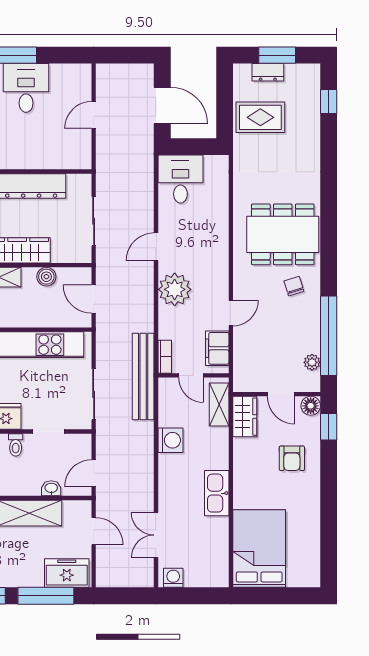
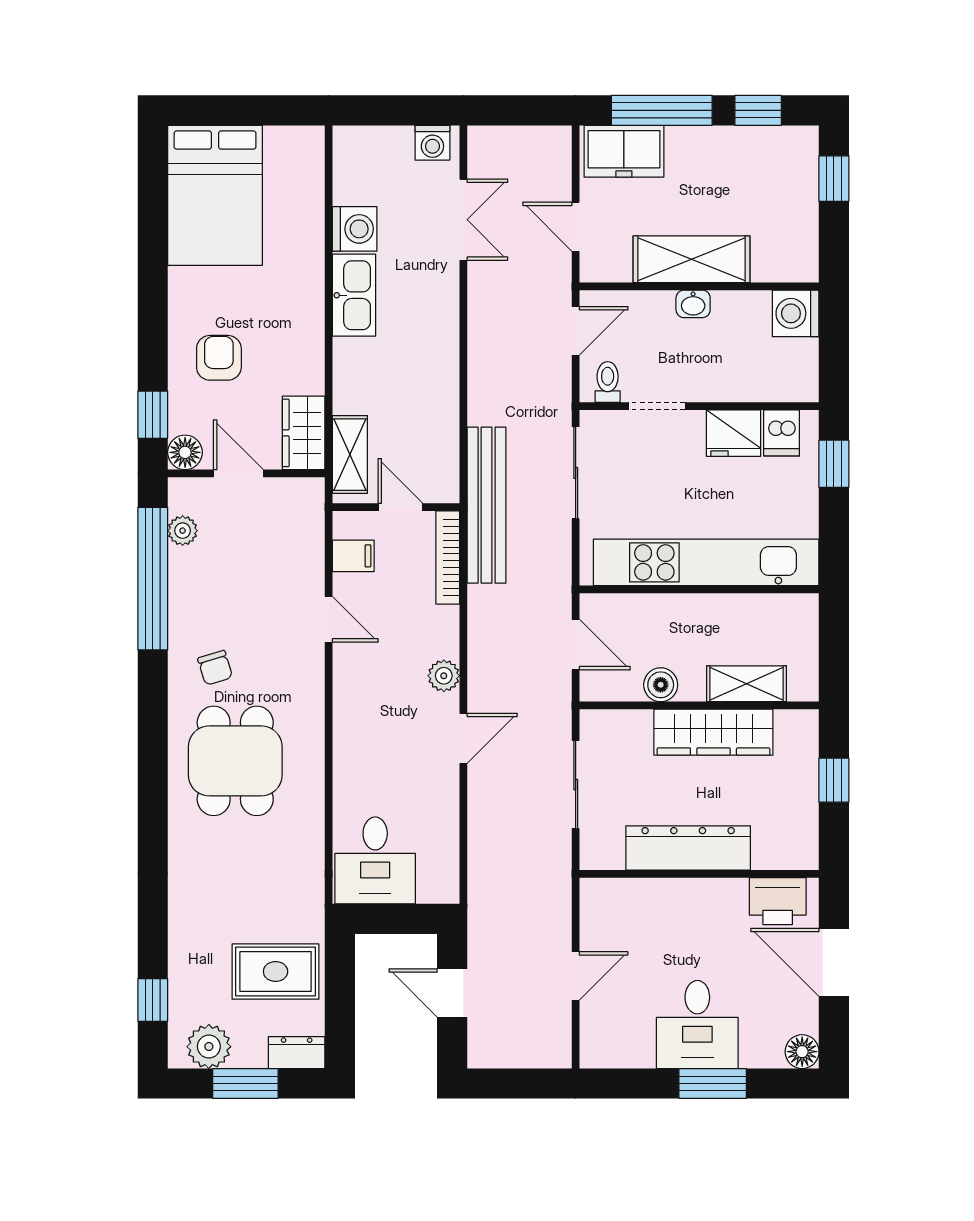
dresser: (268, 72) -> (297, 1053), moved
plant: (297, 76) -> (209, 1047), added
door: (162, 105) -> (452, 993), width x0.73
desk: (180, 179) -> (375, 860), moved
dining table: (283, 234) -> (235, 761), width x0.73
plant: (175, 289) -> (444, 676), width x0.53, depth x0.53
door: (231, 313) -> (329, 619), swing flipped
filing cabinet: (217, 348) -> (353, 556), width x0.50
bookcase: (165, 357) -> (448, 557), width x1.56
washing machine: (170, 440) -> (355, 229), moved, turned 180
toilet: (16, 445) -> (608, 382), moved
washbasin: (51, 488) -> (693, 304), moved
bed: (259, 549) -> (215, 195), moved

